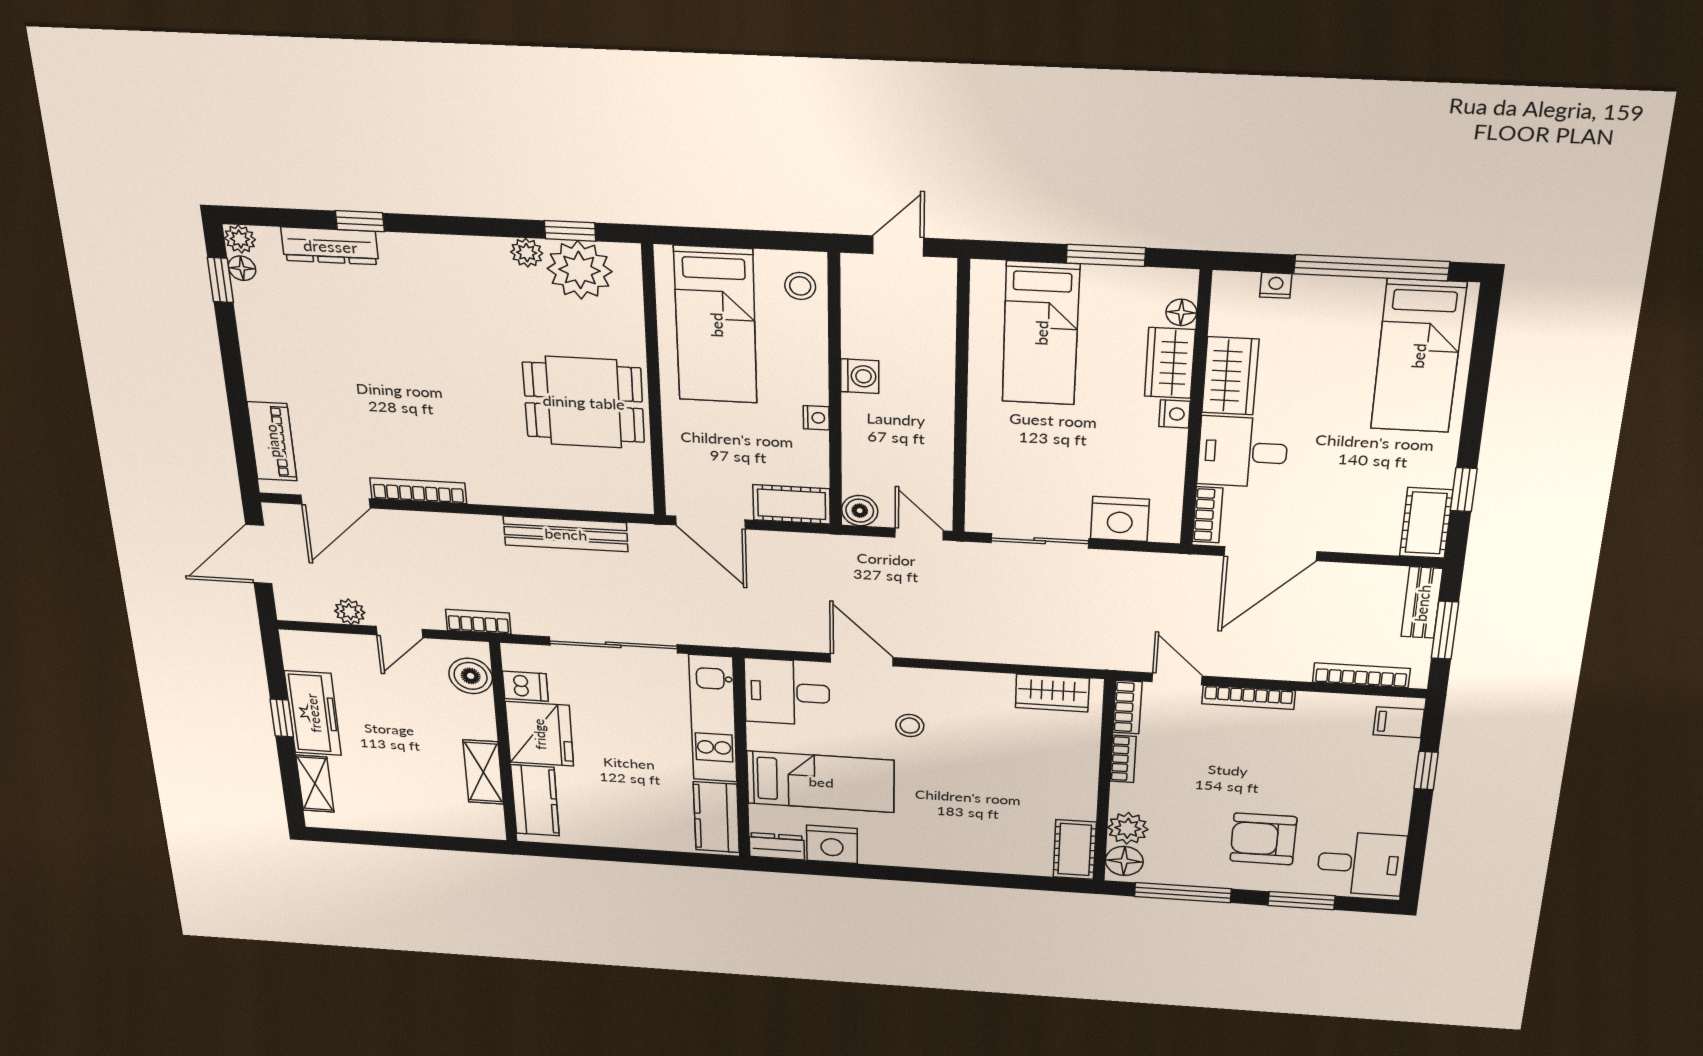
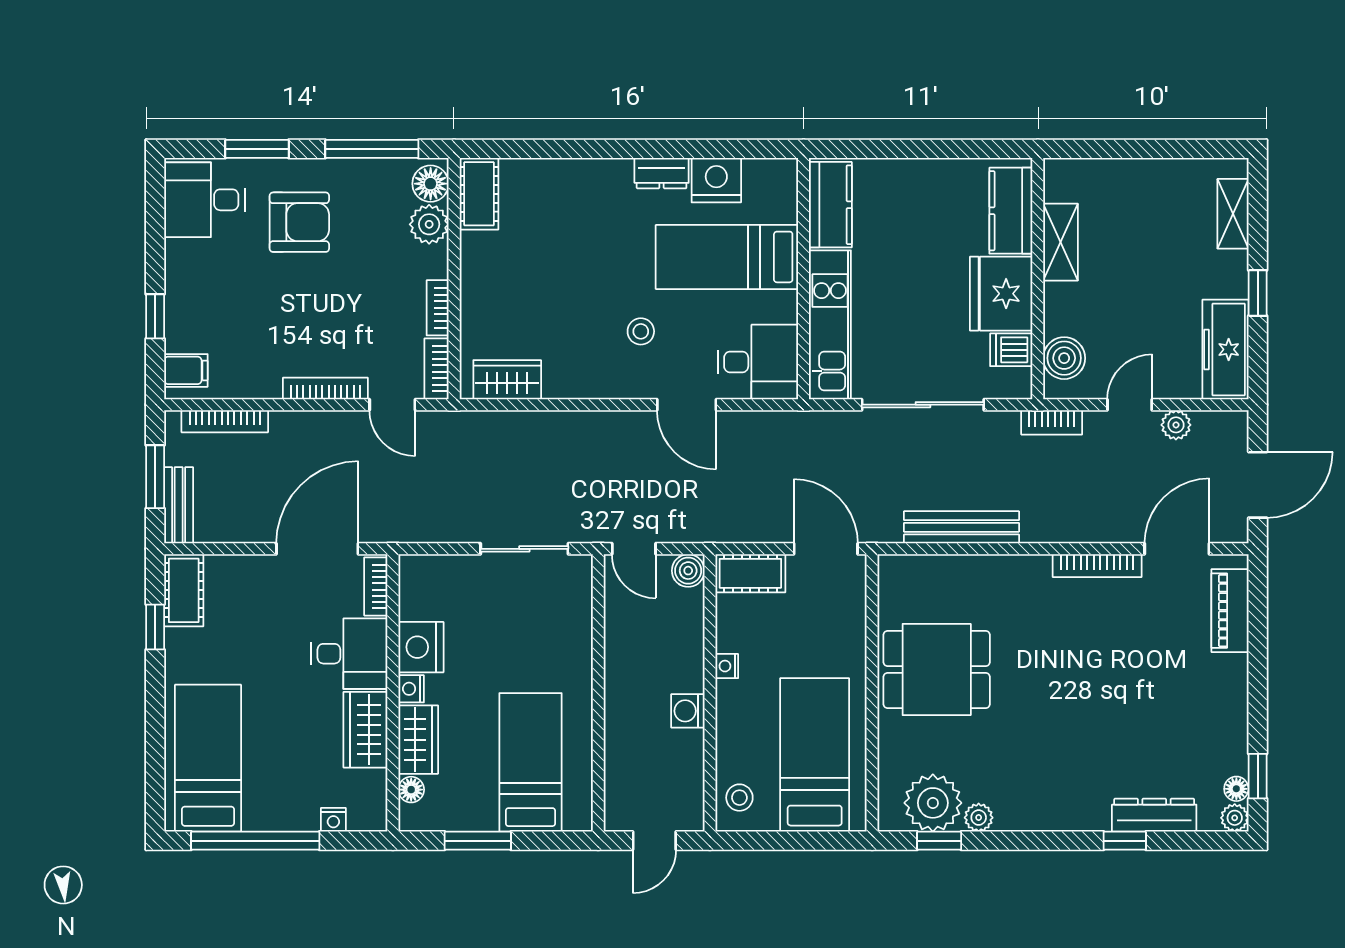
nightstand: (1120, 519) -> (421, 647), moved, turned -90
freezer: (313, 713) -> (1225, 349), moved
dresser: (777, 846) -> (662, 173), moved

